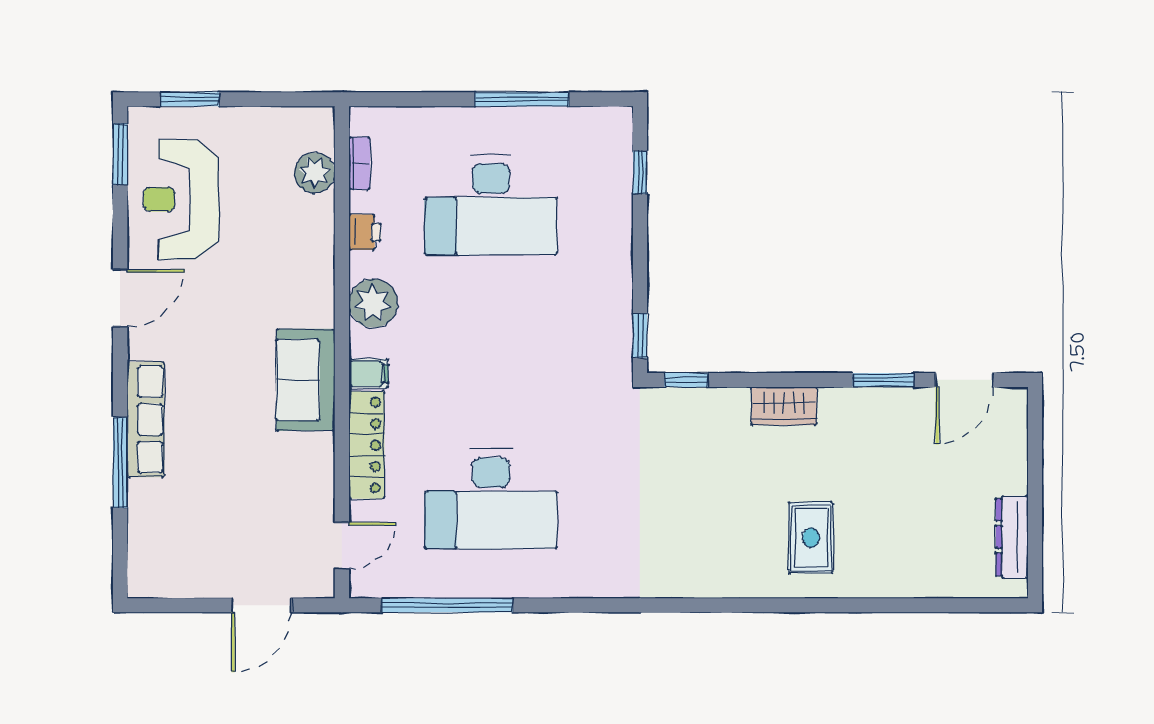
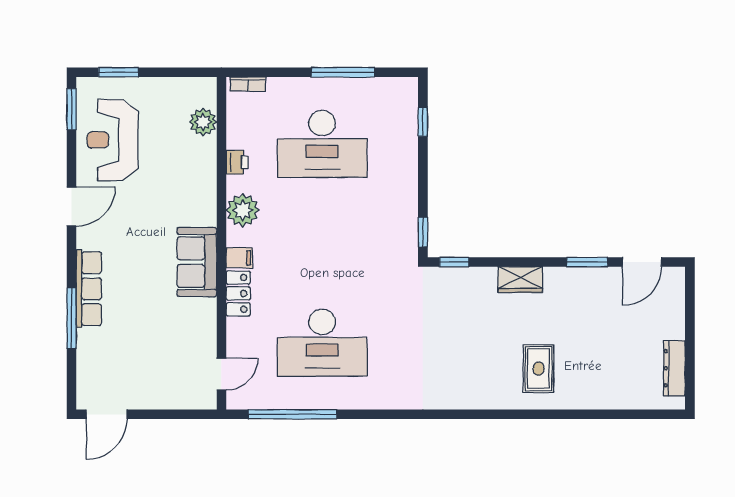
bookcase: (359, 163) -> (248, 84), moved, turned 90
locker: (367, 445) -> (238, 293), width x0.66
door: (262, 605) -> (107, 414), moved

